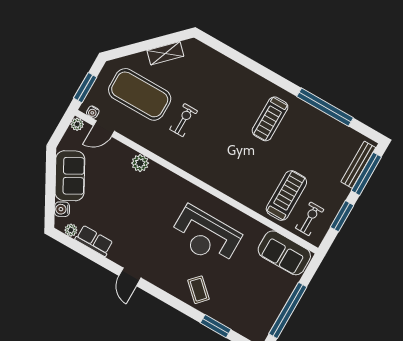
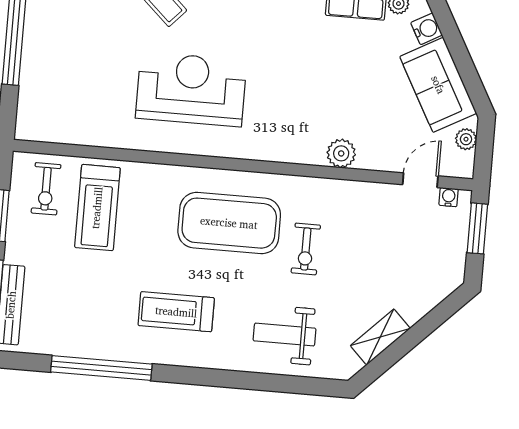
weight bench: (217, 79) -> (285, 335), added
exercise mat: (140, 94) -> (229, 223), moved
treadmill: (270, 119) -> (176, 312), turned -90
plant: (77, 124) -> (466, 139), moved
sofa: (284, 253) -> (60, 119), removed

